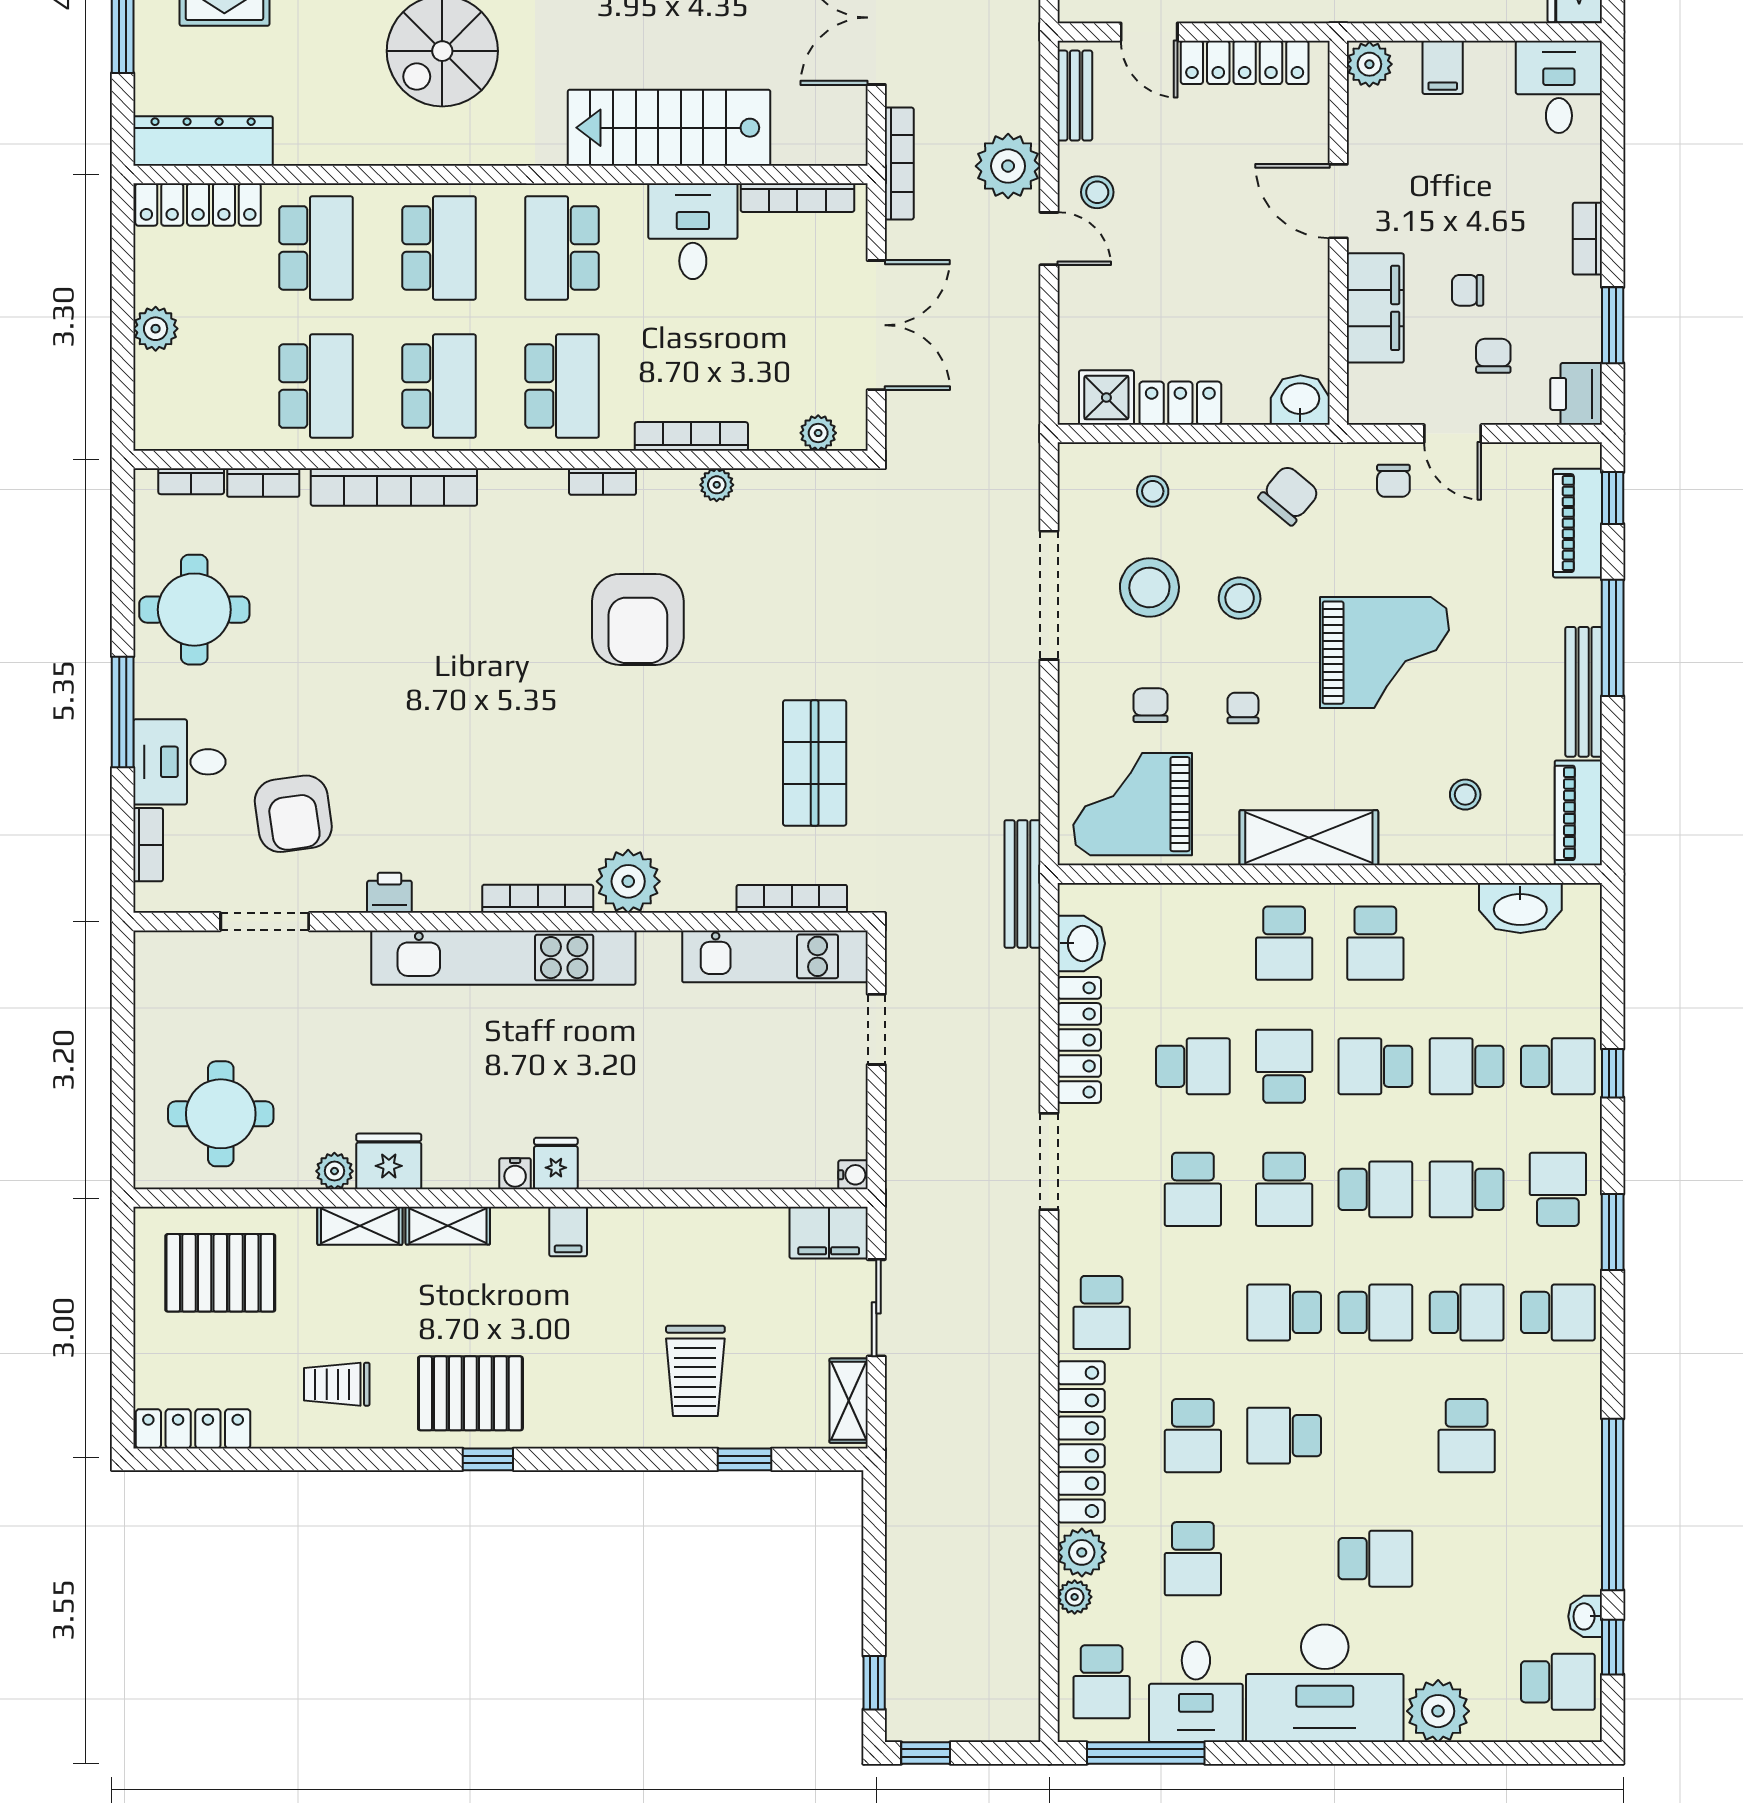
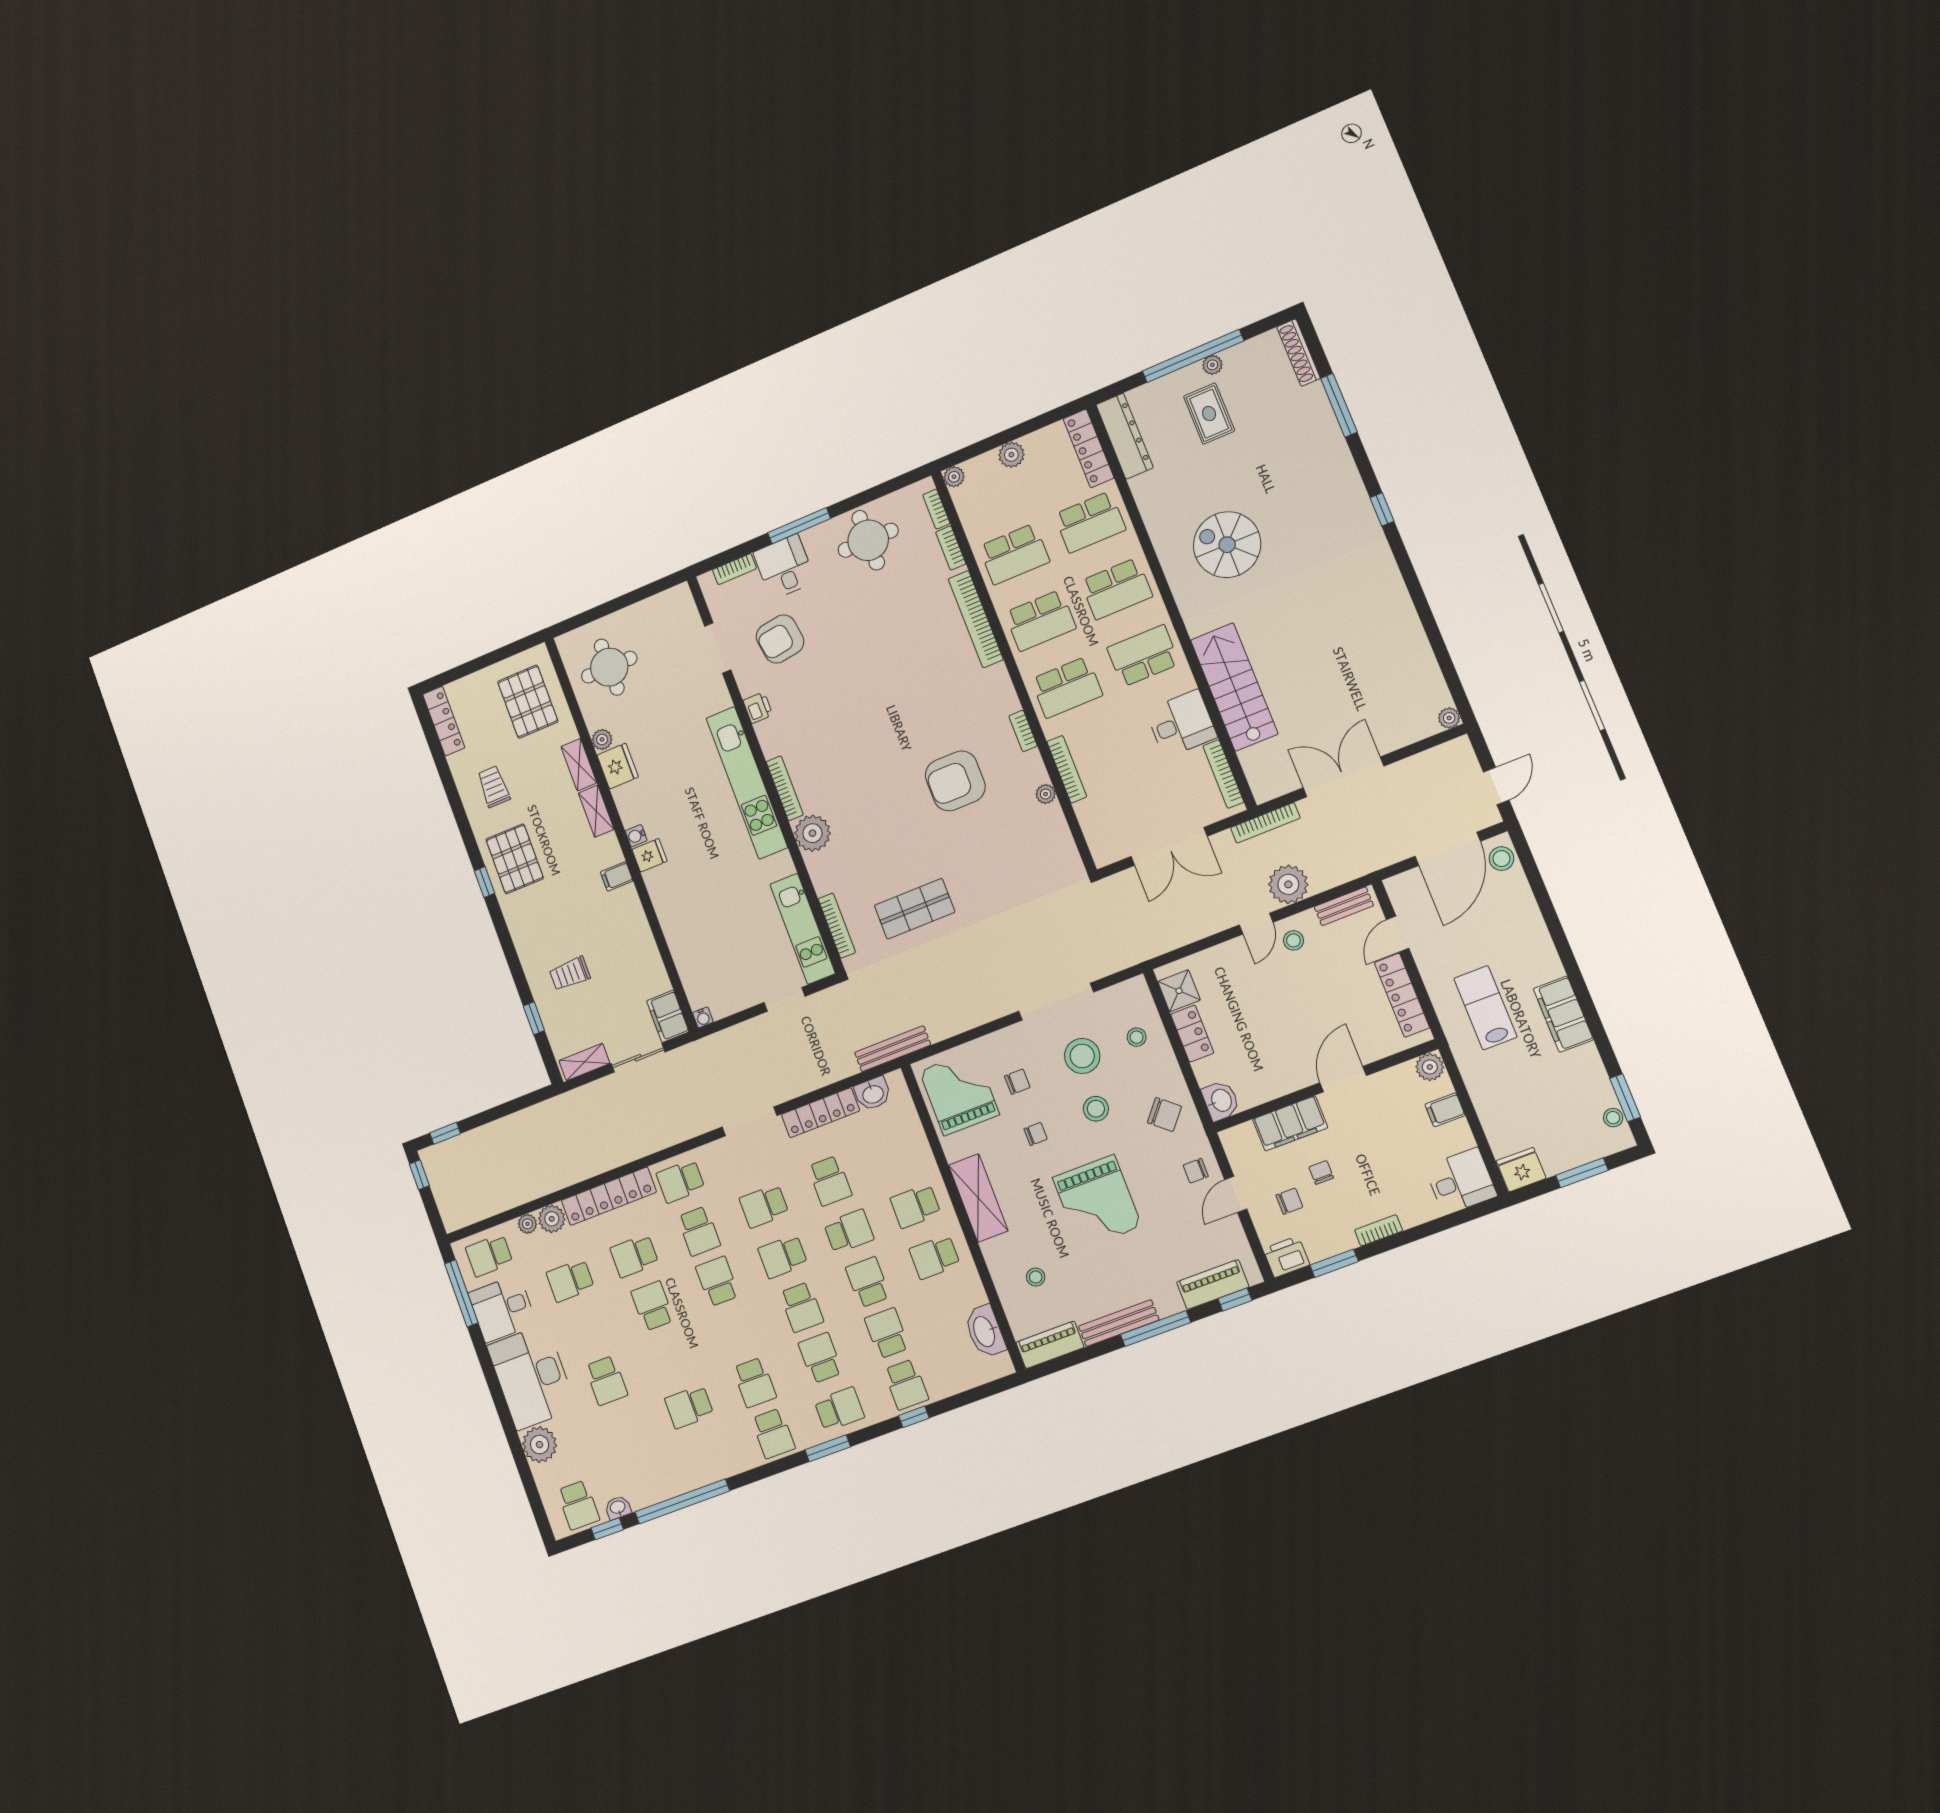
plant: (818, 433) -> (954, 477), moved
school desk: (1375, 1312) -> (699, 1231), moved
trolley: (695, 1371) -> (570, 974), width x0.73, depth x0.72

